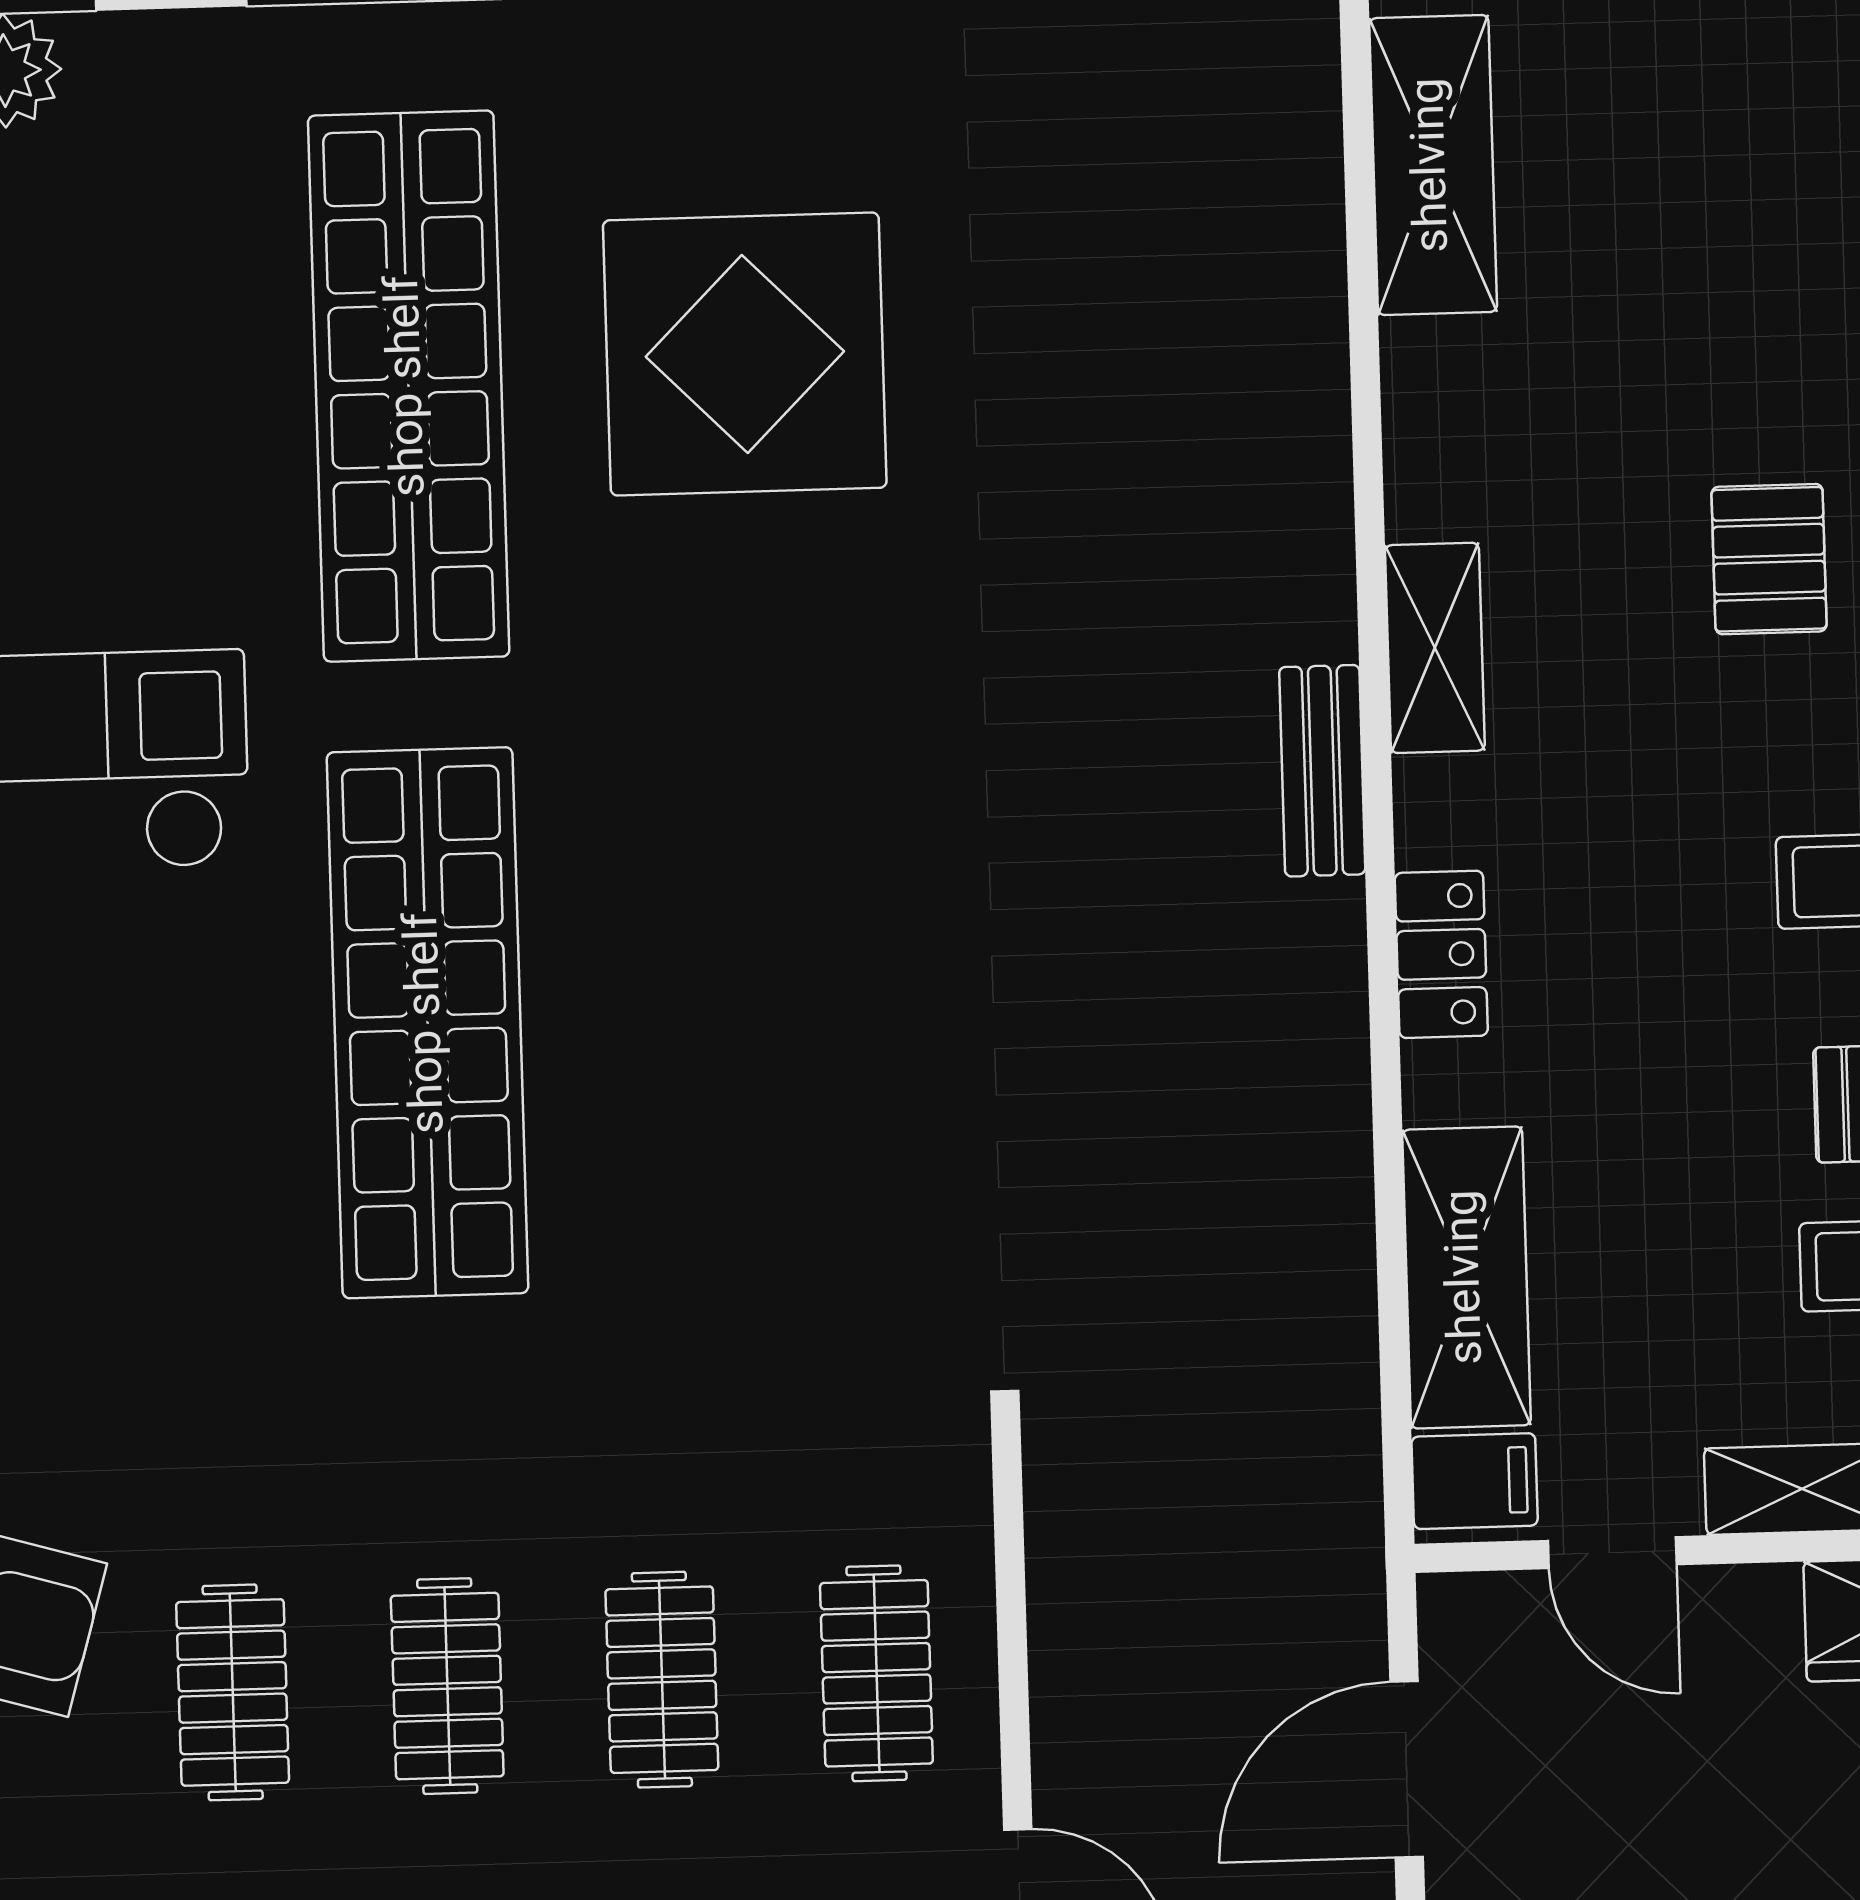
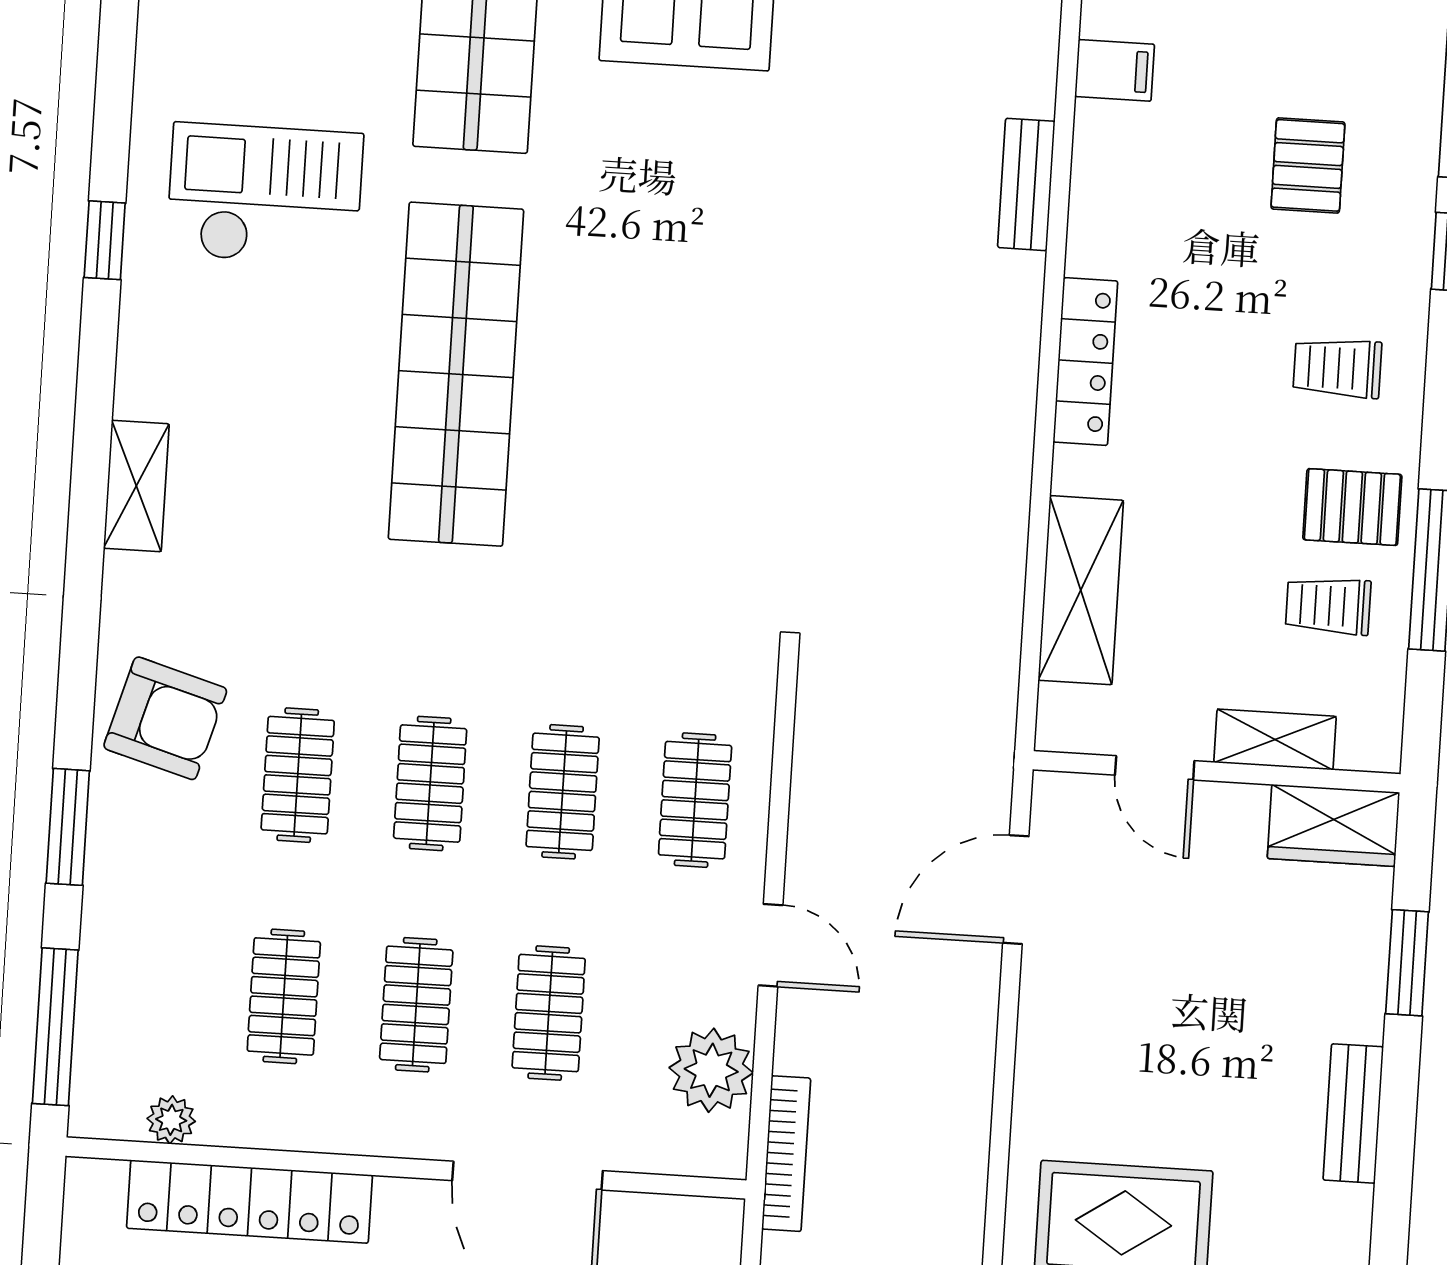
shelving: (1435, 648) -> (1097, 201), removed
bench: (1322, 771) -> (1026, 184), moved
locker: (1441, 954) -> (1085, 362), width x1.53
filing cabinet: (1475, 1481) -> (1115, 70), moved

